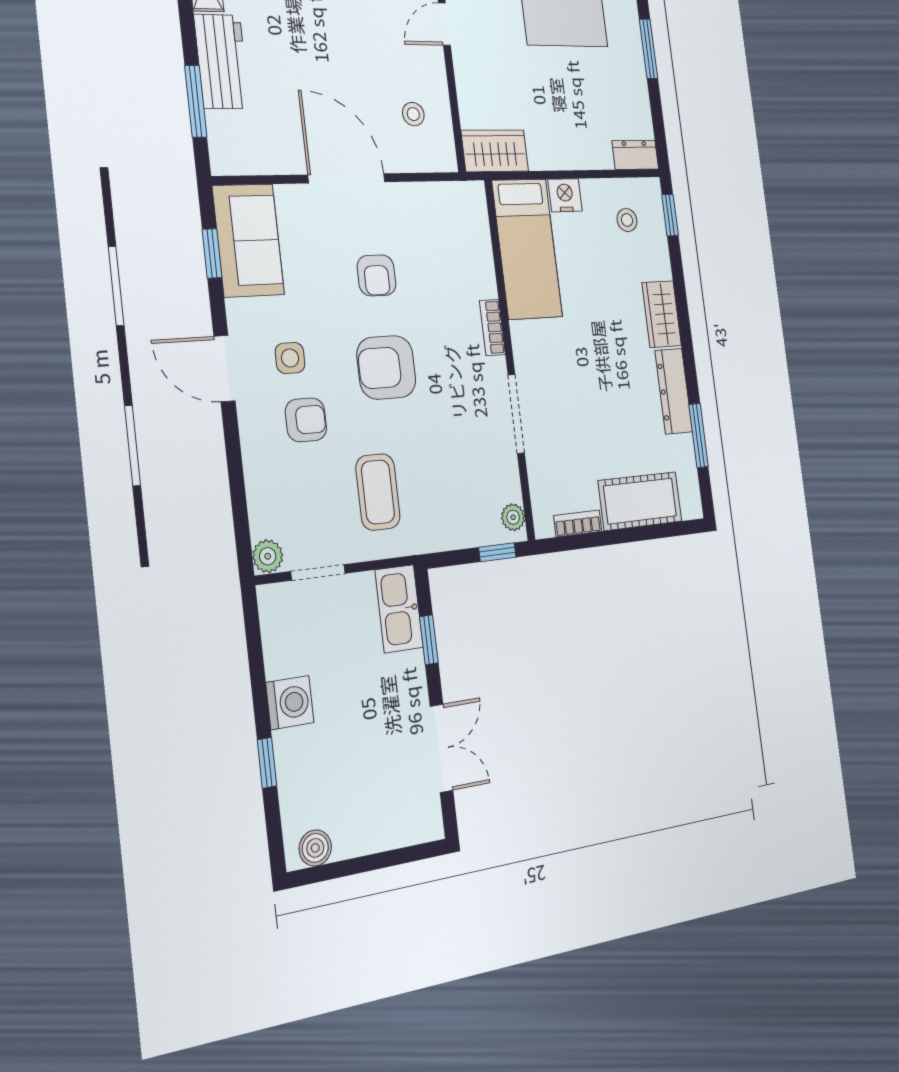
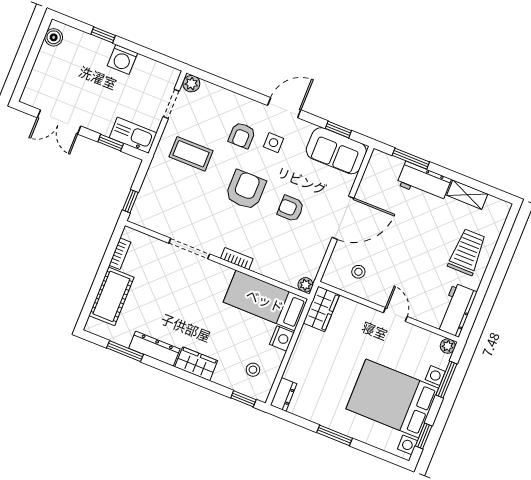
plant: (513, 517) -> (305, 285), moved

